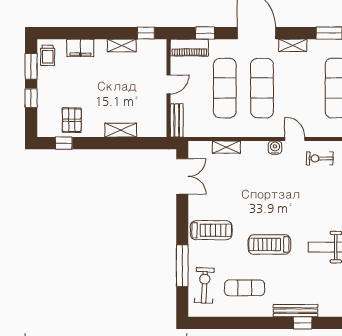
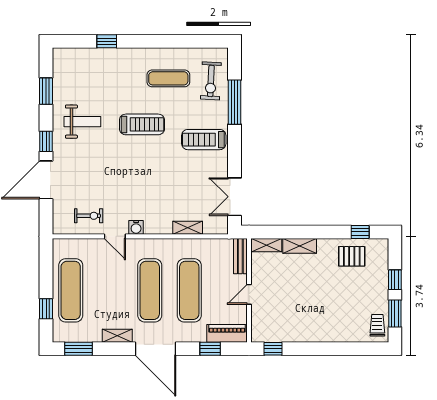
shelving: (122, 45) -> (266, 245), moved
filing cabinet: (80, 48) -> (343, 333), removed
pallet: (72, 120) -> (352, 256), turned 90
bench: (296, 311) -> (114, 54), removed

